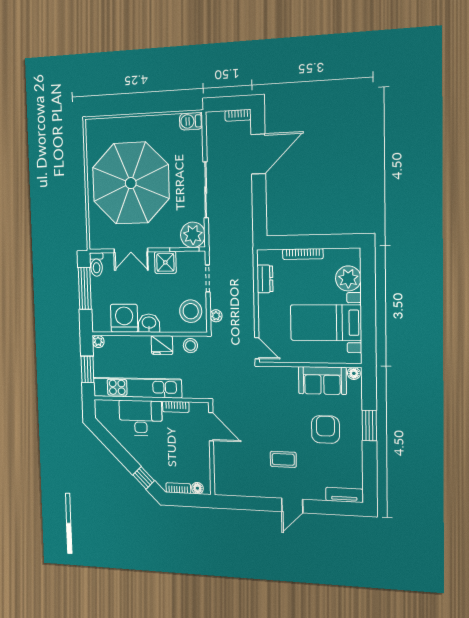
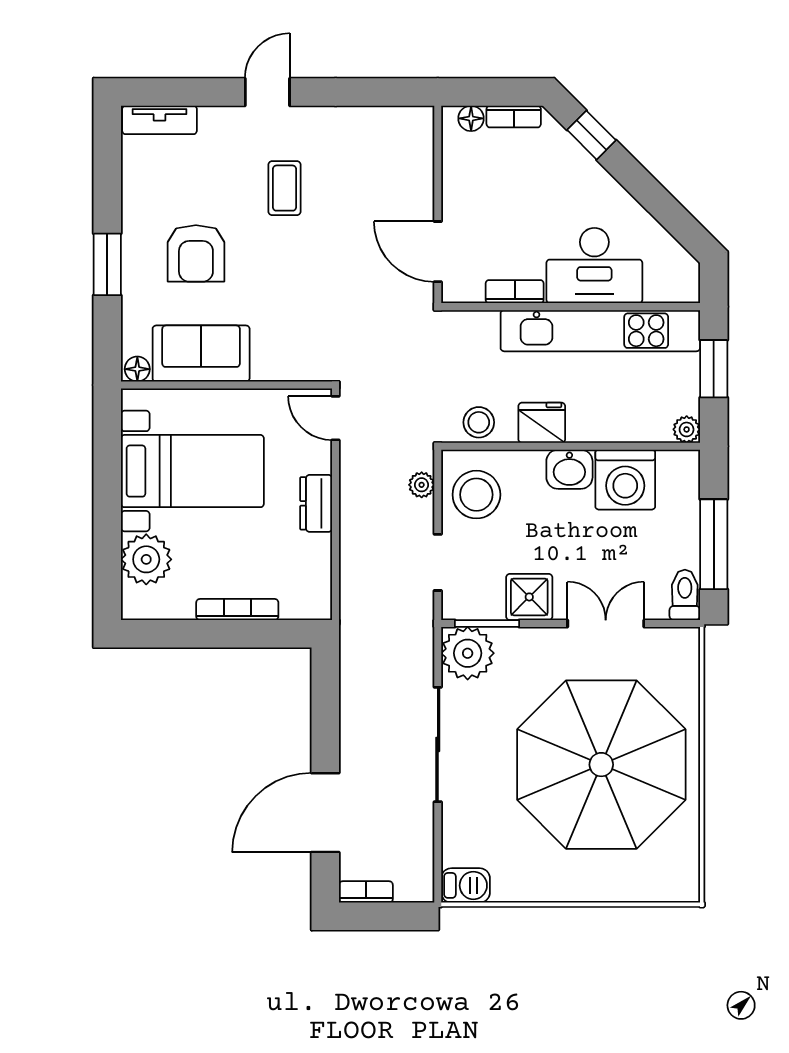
dresser: (265, 279) -> (316, 503), moved
coffee table: (283, 459) -> (285, 188), turned 90

